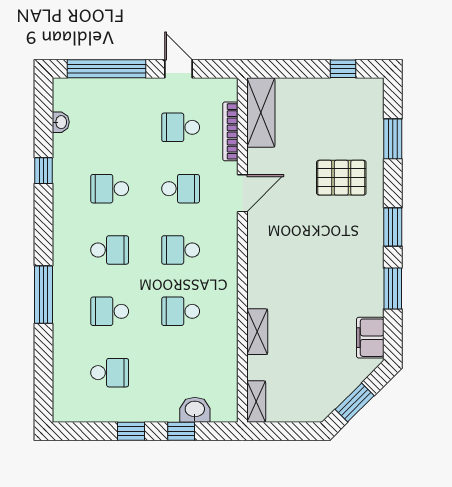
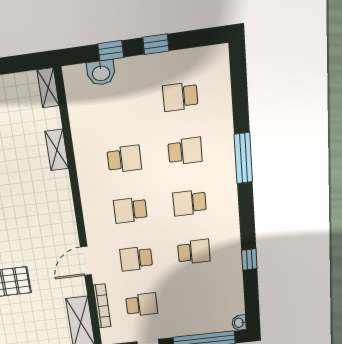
washbasin: (61, 122) -> (239, 323), moved
school desk: (181, 250) -> (130, 210), turned 180

